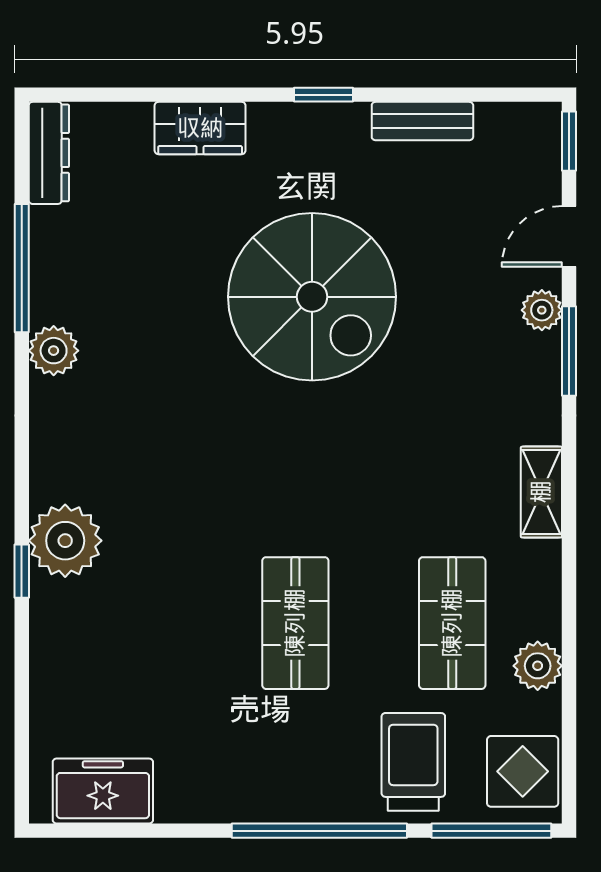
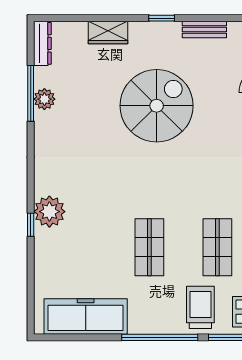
spiral stairs: (312, 297) -> (157, 106), turned -90
plant: (54, 351) -> (44, 99), moved
freezer: (103, 791) -> (86, 316), width x1.91, depth x1.26

